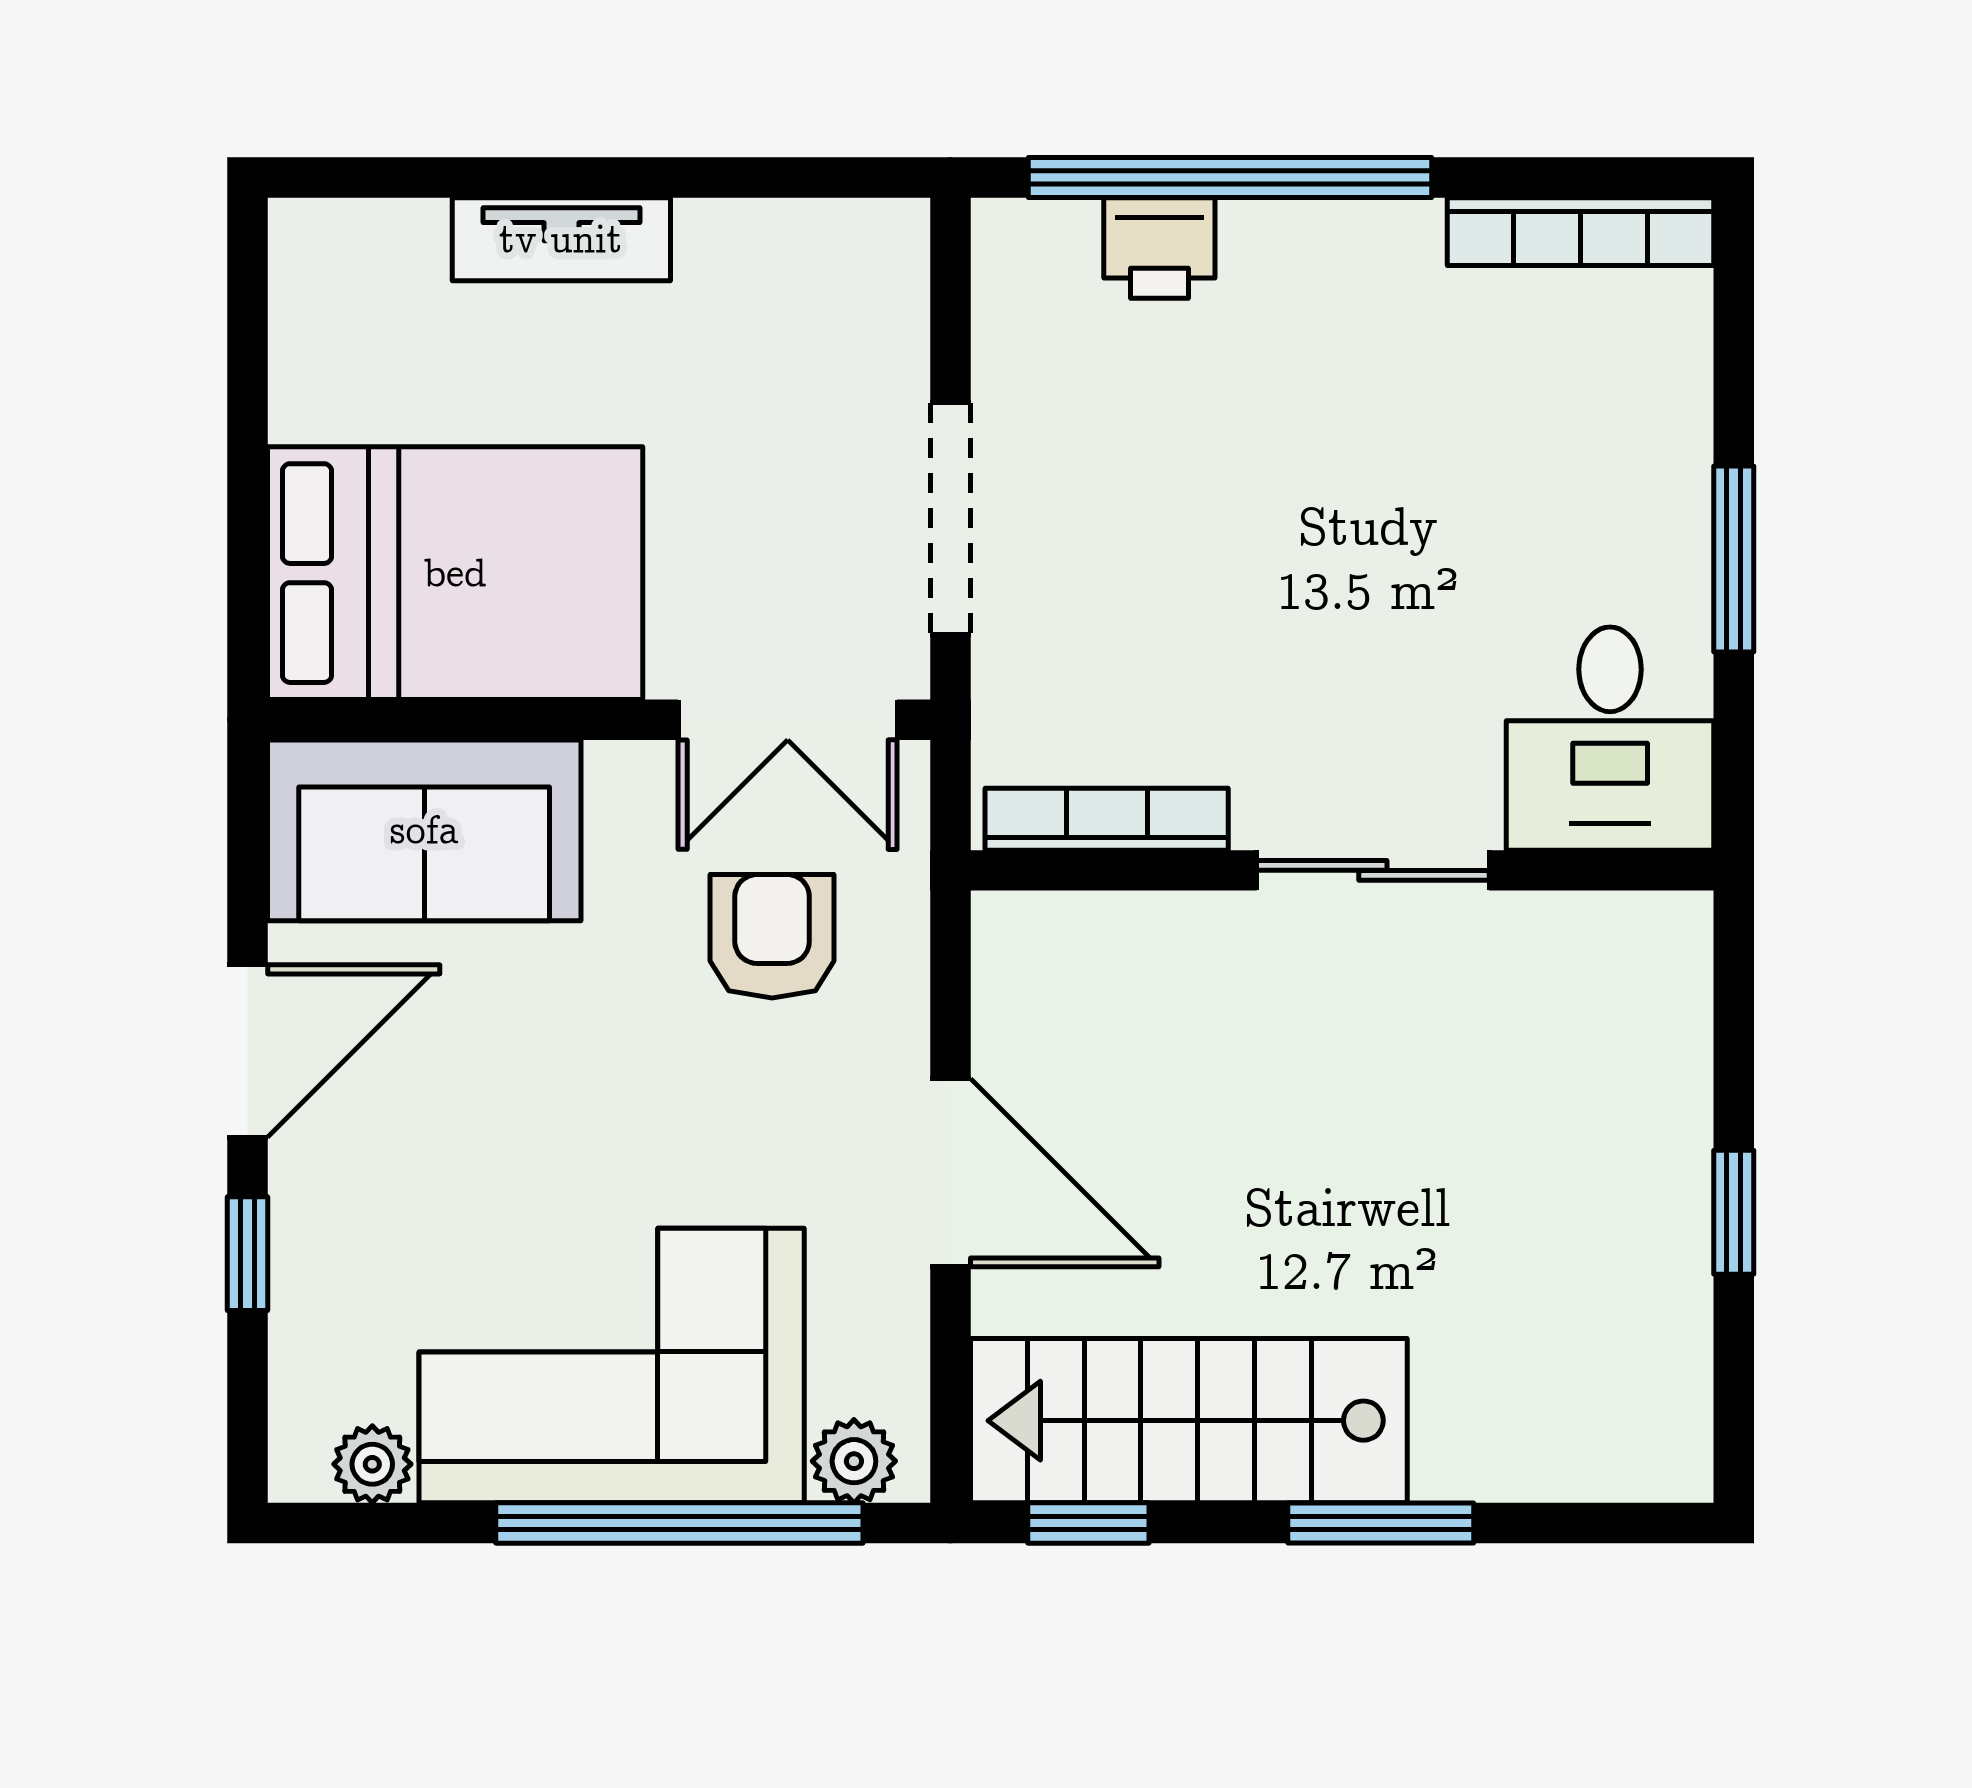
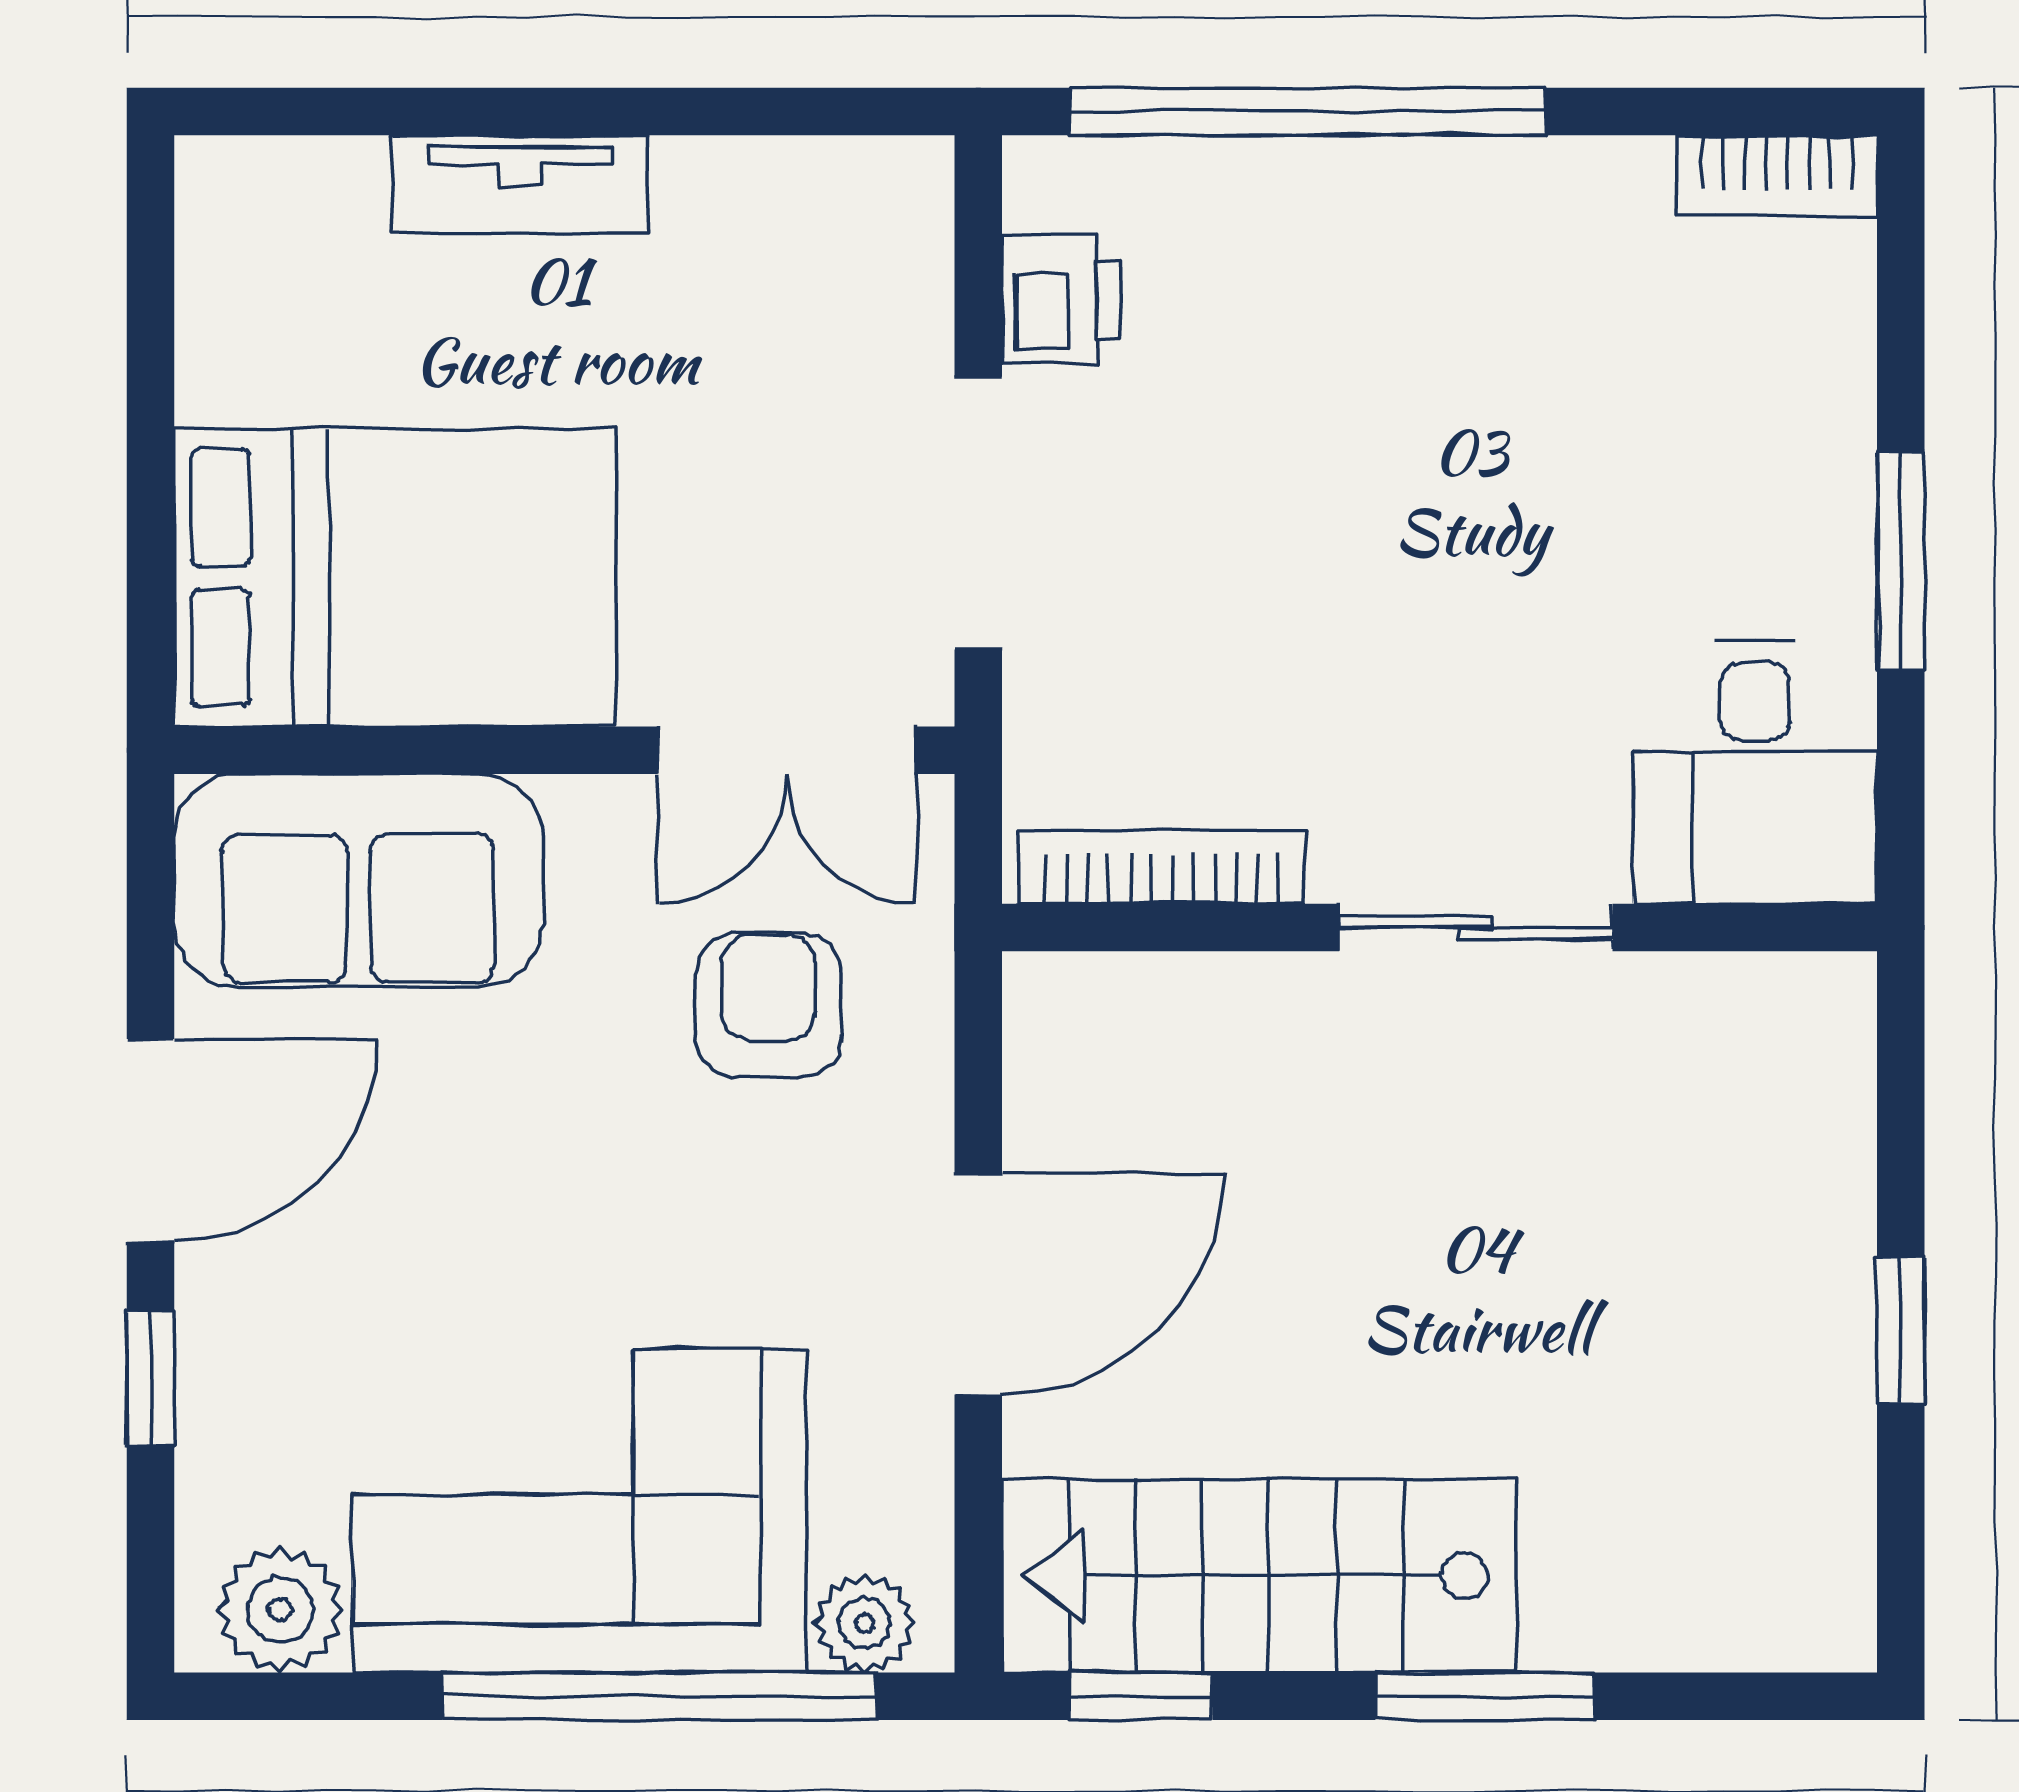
bookcase: (1580, 232) -> (1777, 175), width x0.64
printer: (1159, 248) -> (1061, 299), moved, turned -90
door: (950, 1173) -> (978, 1284), hinge flipped
plant: (372, 1464) -> (280, 1610), width x1.38, depth x1.38

